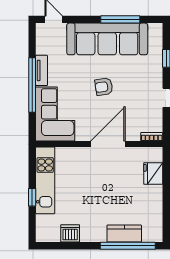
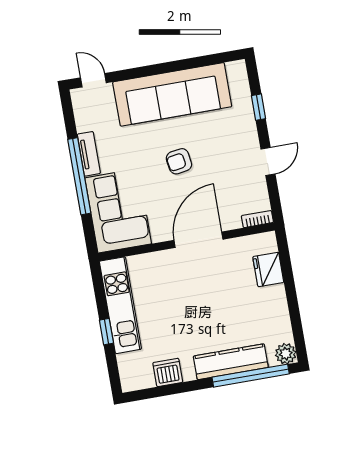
window: (120, 19) -> (185, 64), removed
kitchen counter: (124, 234) -> (231, 362), width x1.50
plant: (155, 235) -> (286, 354), added

